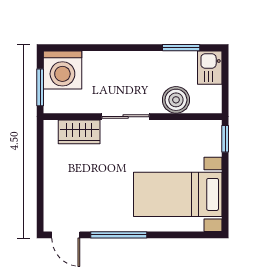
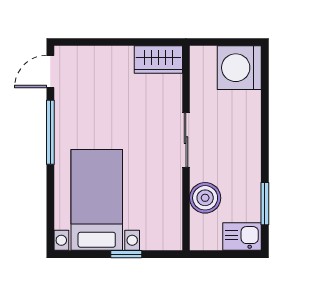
window: (40, 87) -> (219, 42), removed
wardrobe: (79, 132) -> (158, 60), moved, turned -90
window: (225, 139) -> (126, 254), moved

